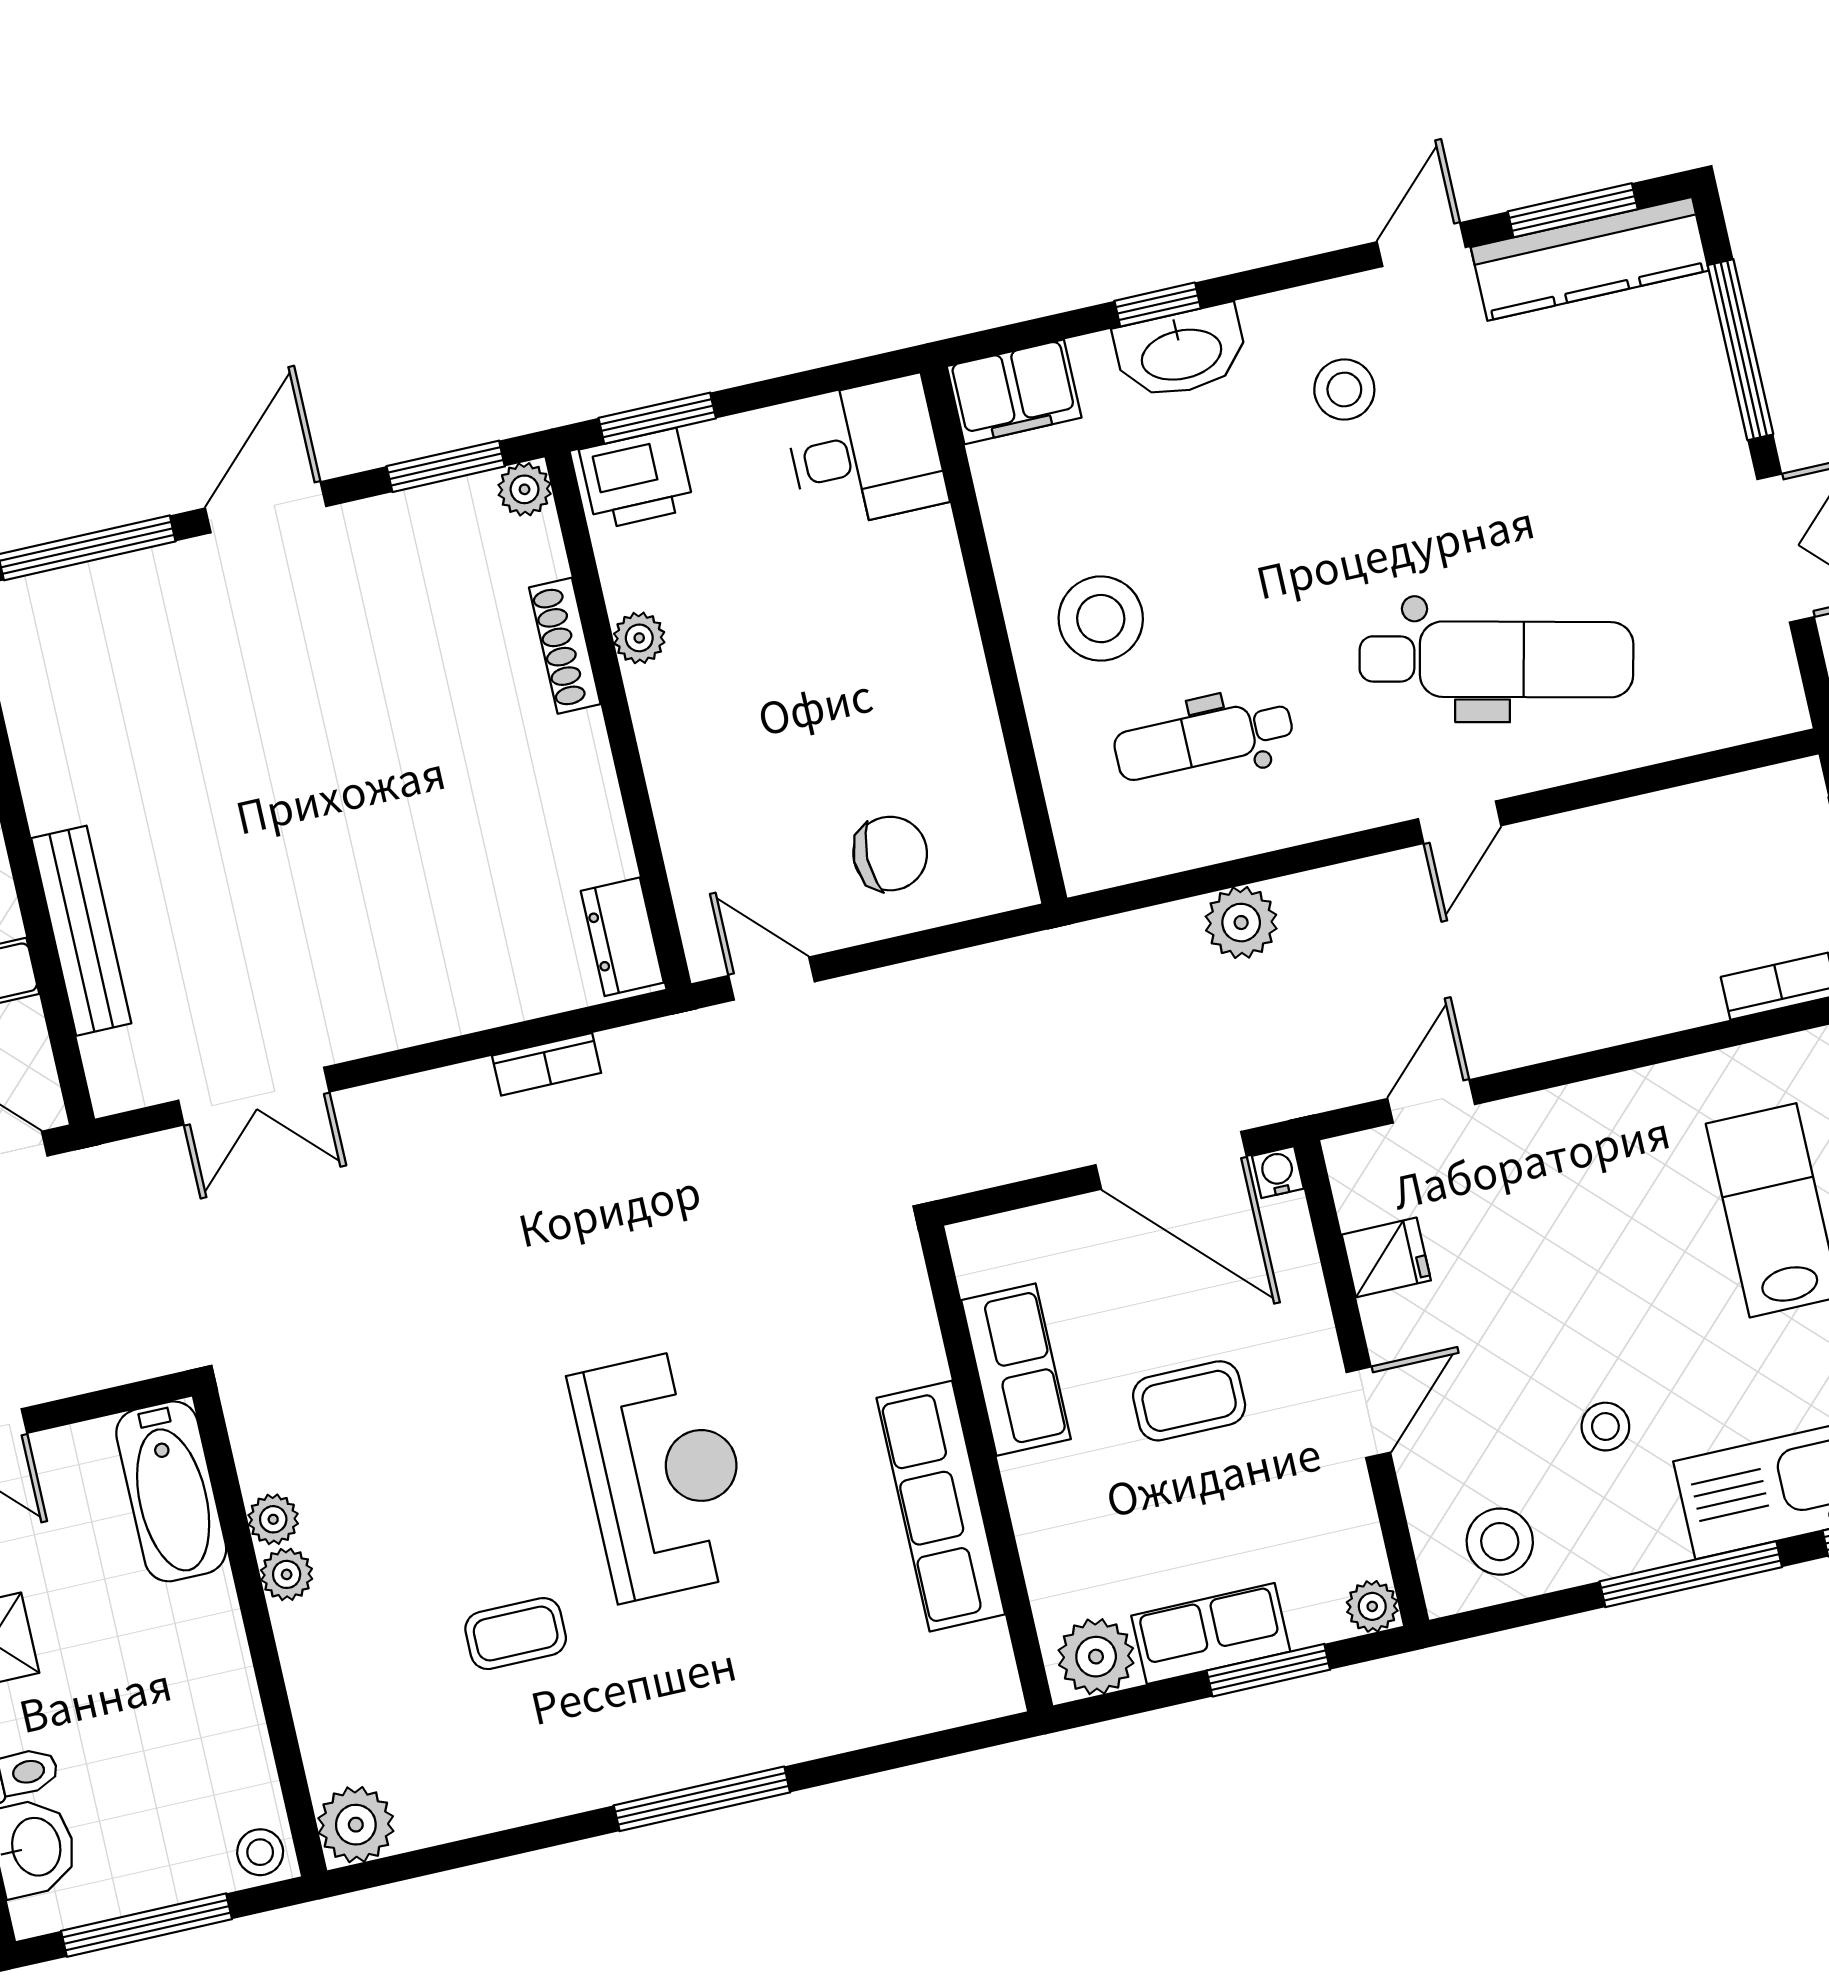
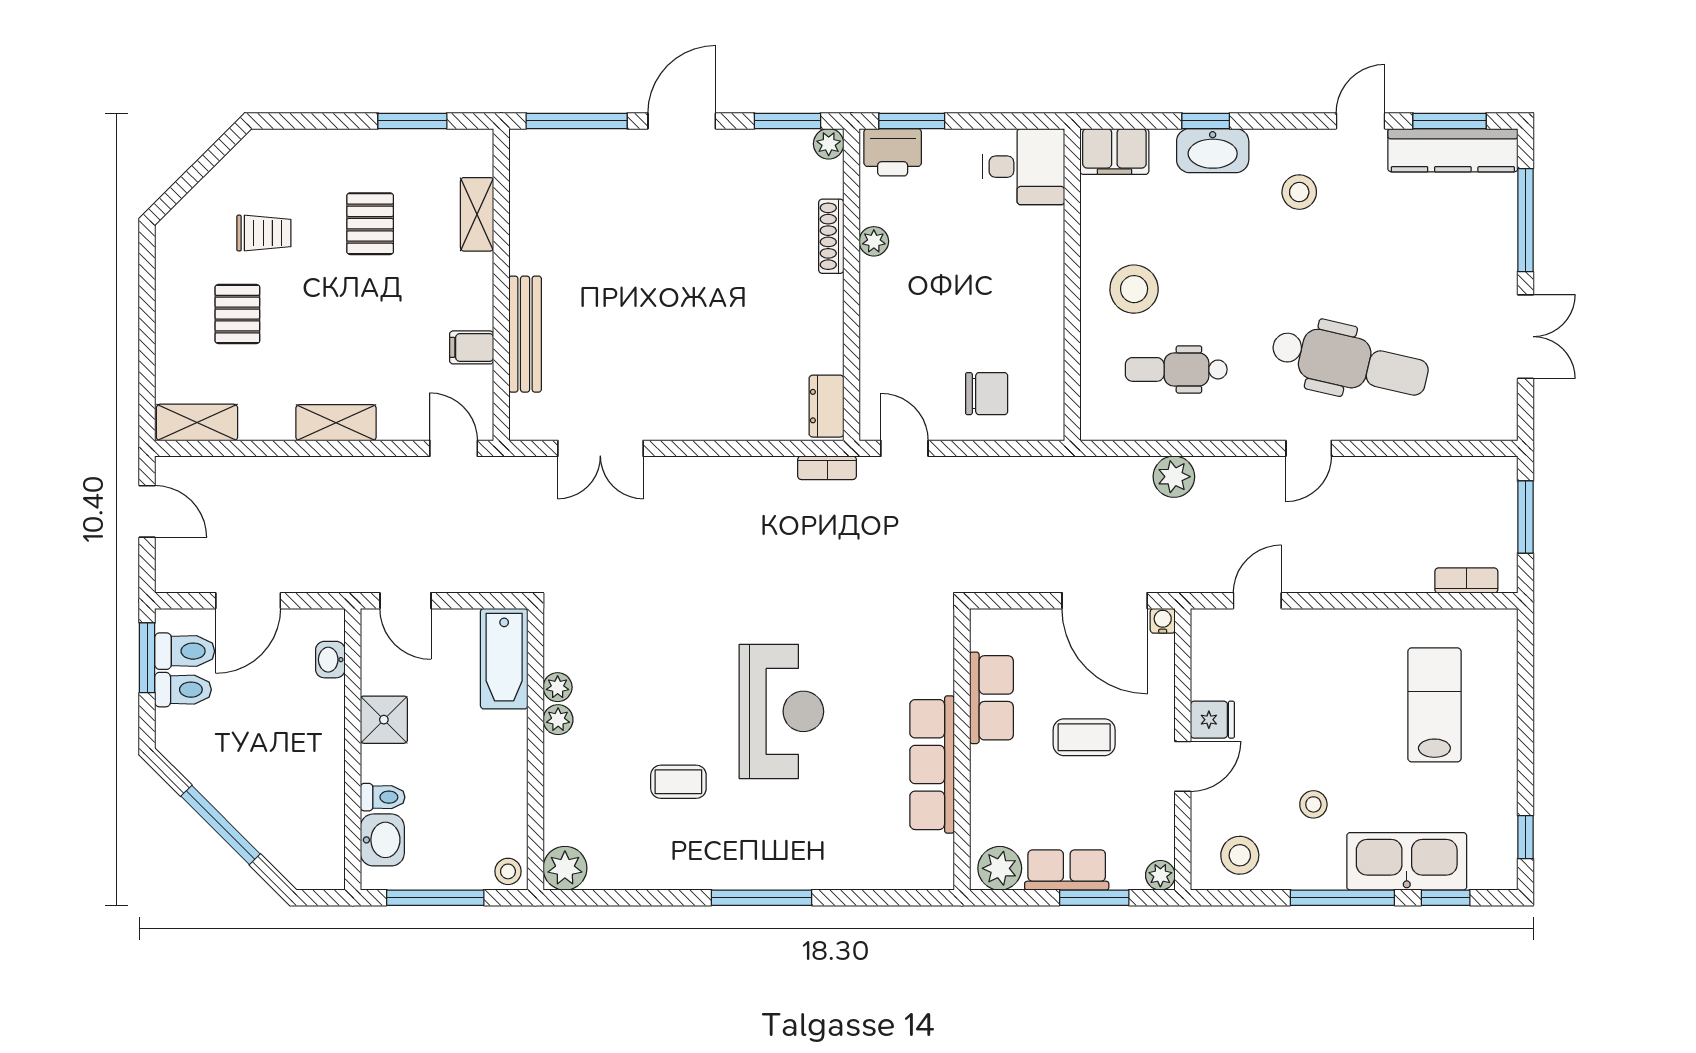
bookcase: (547, 1064) -> (827, 468), moved
fridge: (1386, 1257) -> (1212, 720), moved

